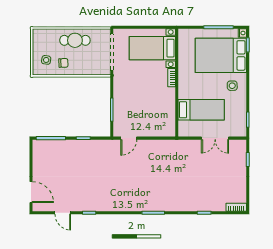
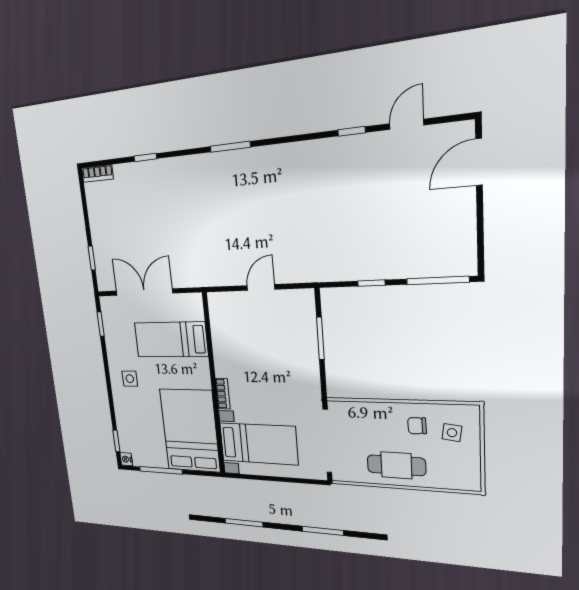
bed: (221, 55) -> (190, 431), moved, turned -90
door: (129, 138) -> (261, 287), moved
double door: (215, 138) -> (144, 292), width x1.37
door: (31, 192) -> (479, 162), hinge flipped
door: (63, 213) -> (407, 124), hinge flipped

